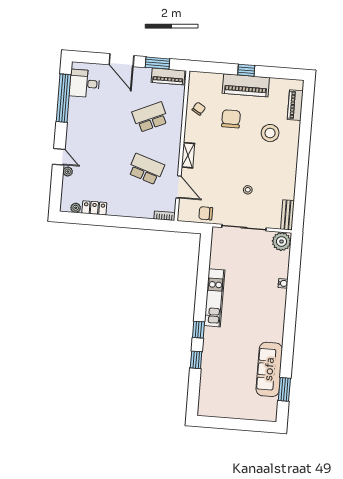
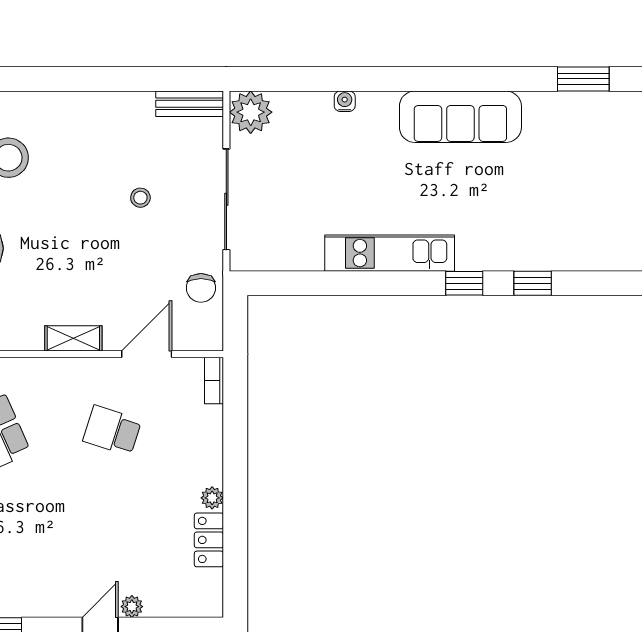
school desk: (146, 169) -> (112, 431), width x0.54
plant: (76, 208) -> (212, 498), moved
sofa: (269, 369) -> (460, 117), moved

